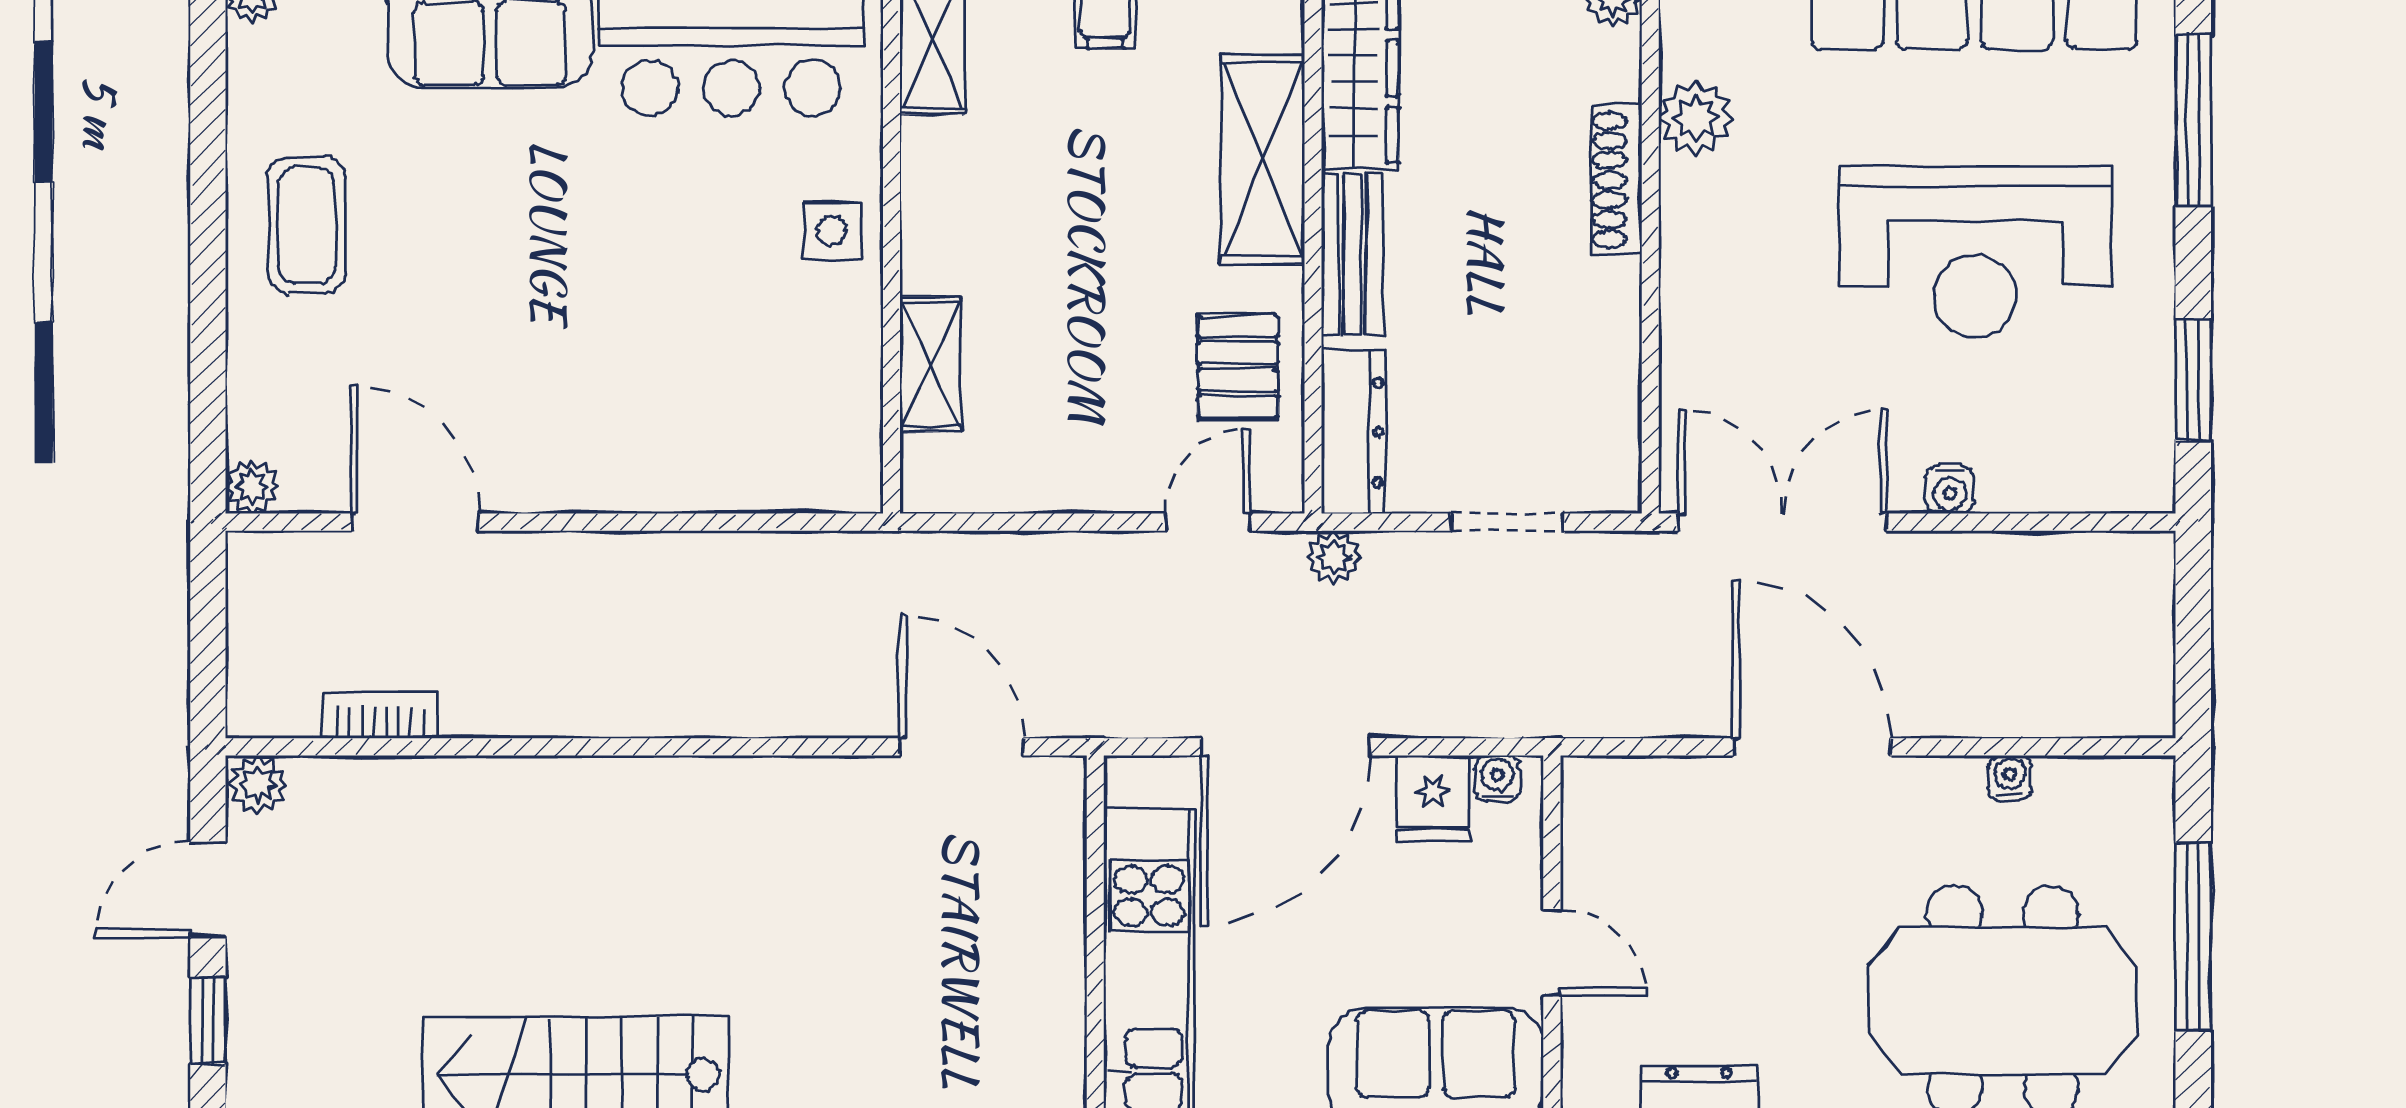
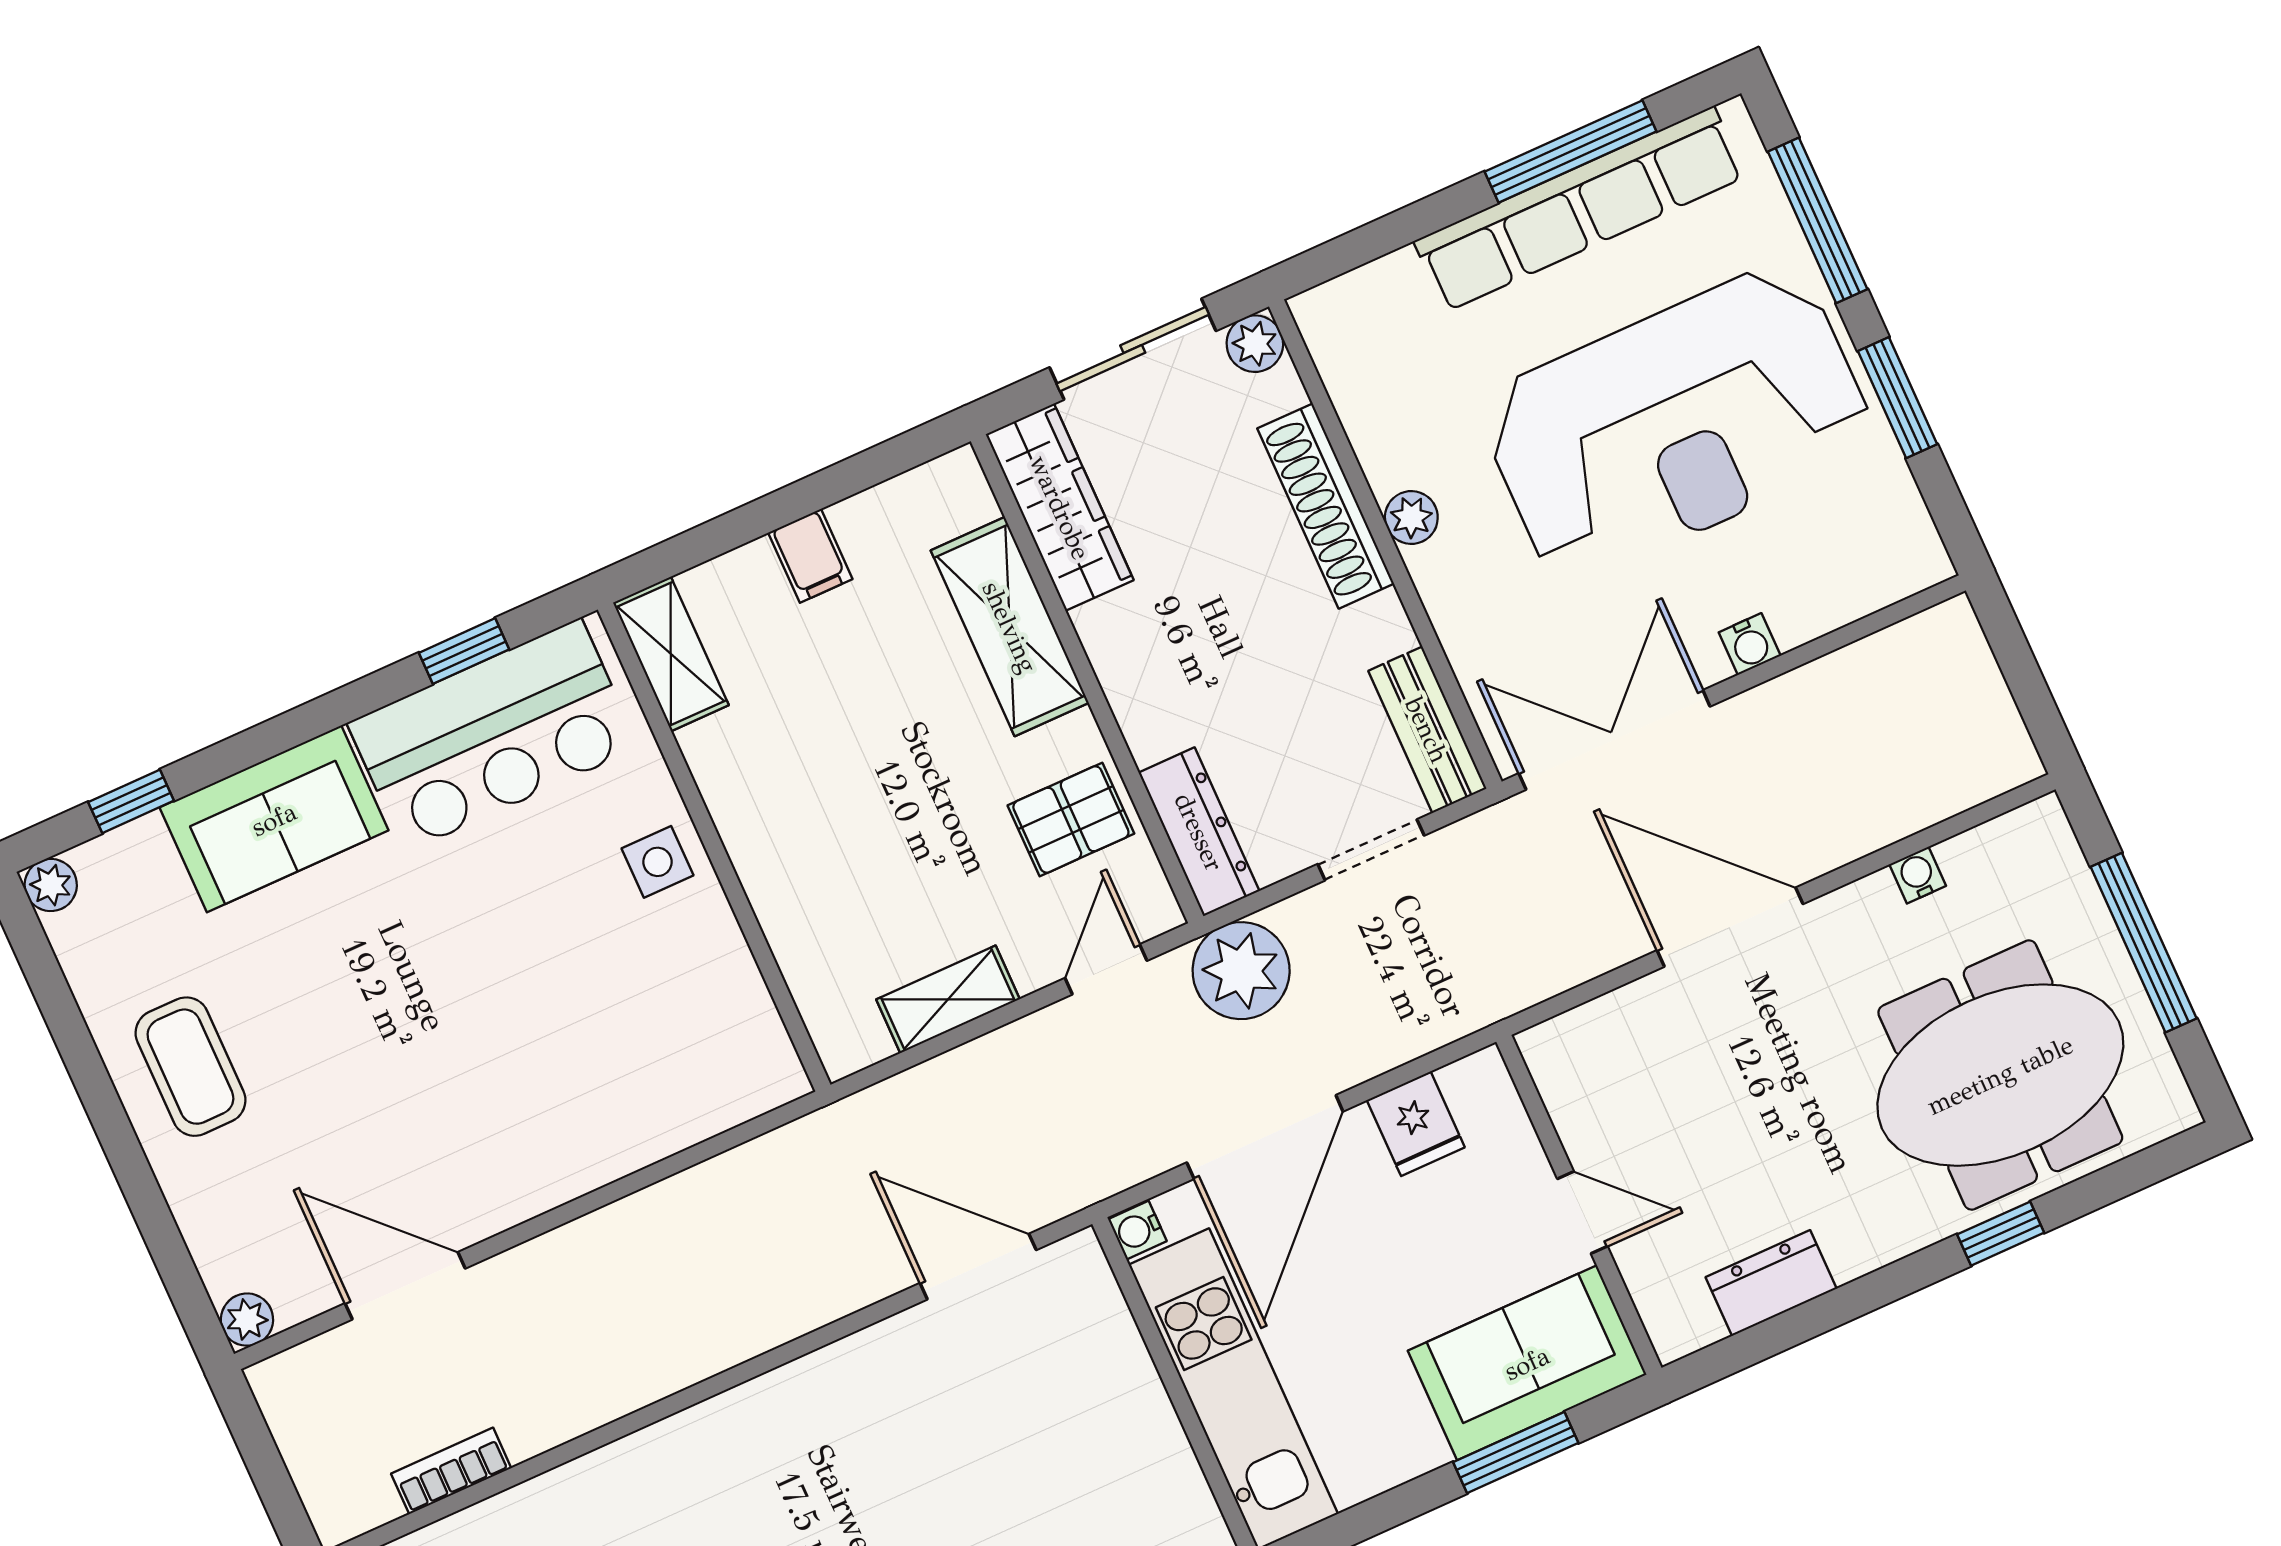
plant: (1696, 118) -> (1411, 517), moved, width x0.73, depth x0.73
shoe rack: (1616, 180) -> (1326, 506), width x1.36, depth x1.24
reception desk: (1975, 251) -> (1677, 423), width x1.36, depth x1.30
bench: (1352, 254) -> (1427, 730), moved
shelving: (930, 365) -> (948, 999), moved, turned 90
pallet: (1238, 366) -> (1071, 819), turned 90
window: (2193, 380) -> (1897, 398), moved
plant: (1334, 557) -> (1241, 971), width x1.88, depth x1.88
water cooler: (1498, 778) -> (1137, 1230), moved, turned -90

